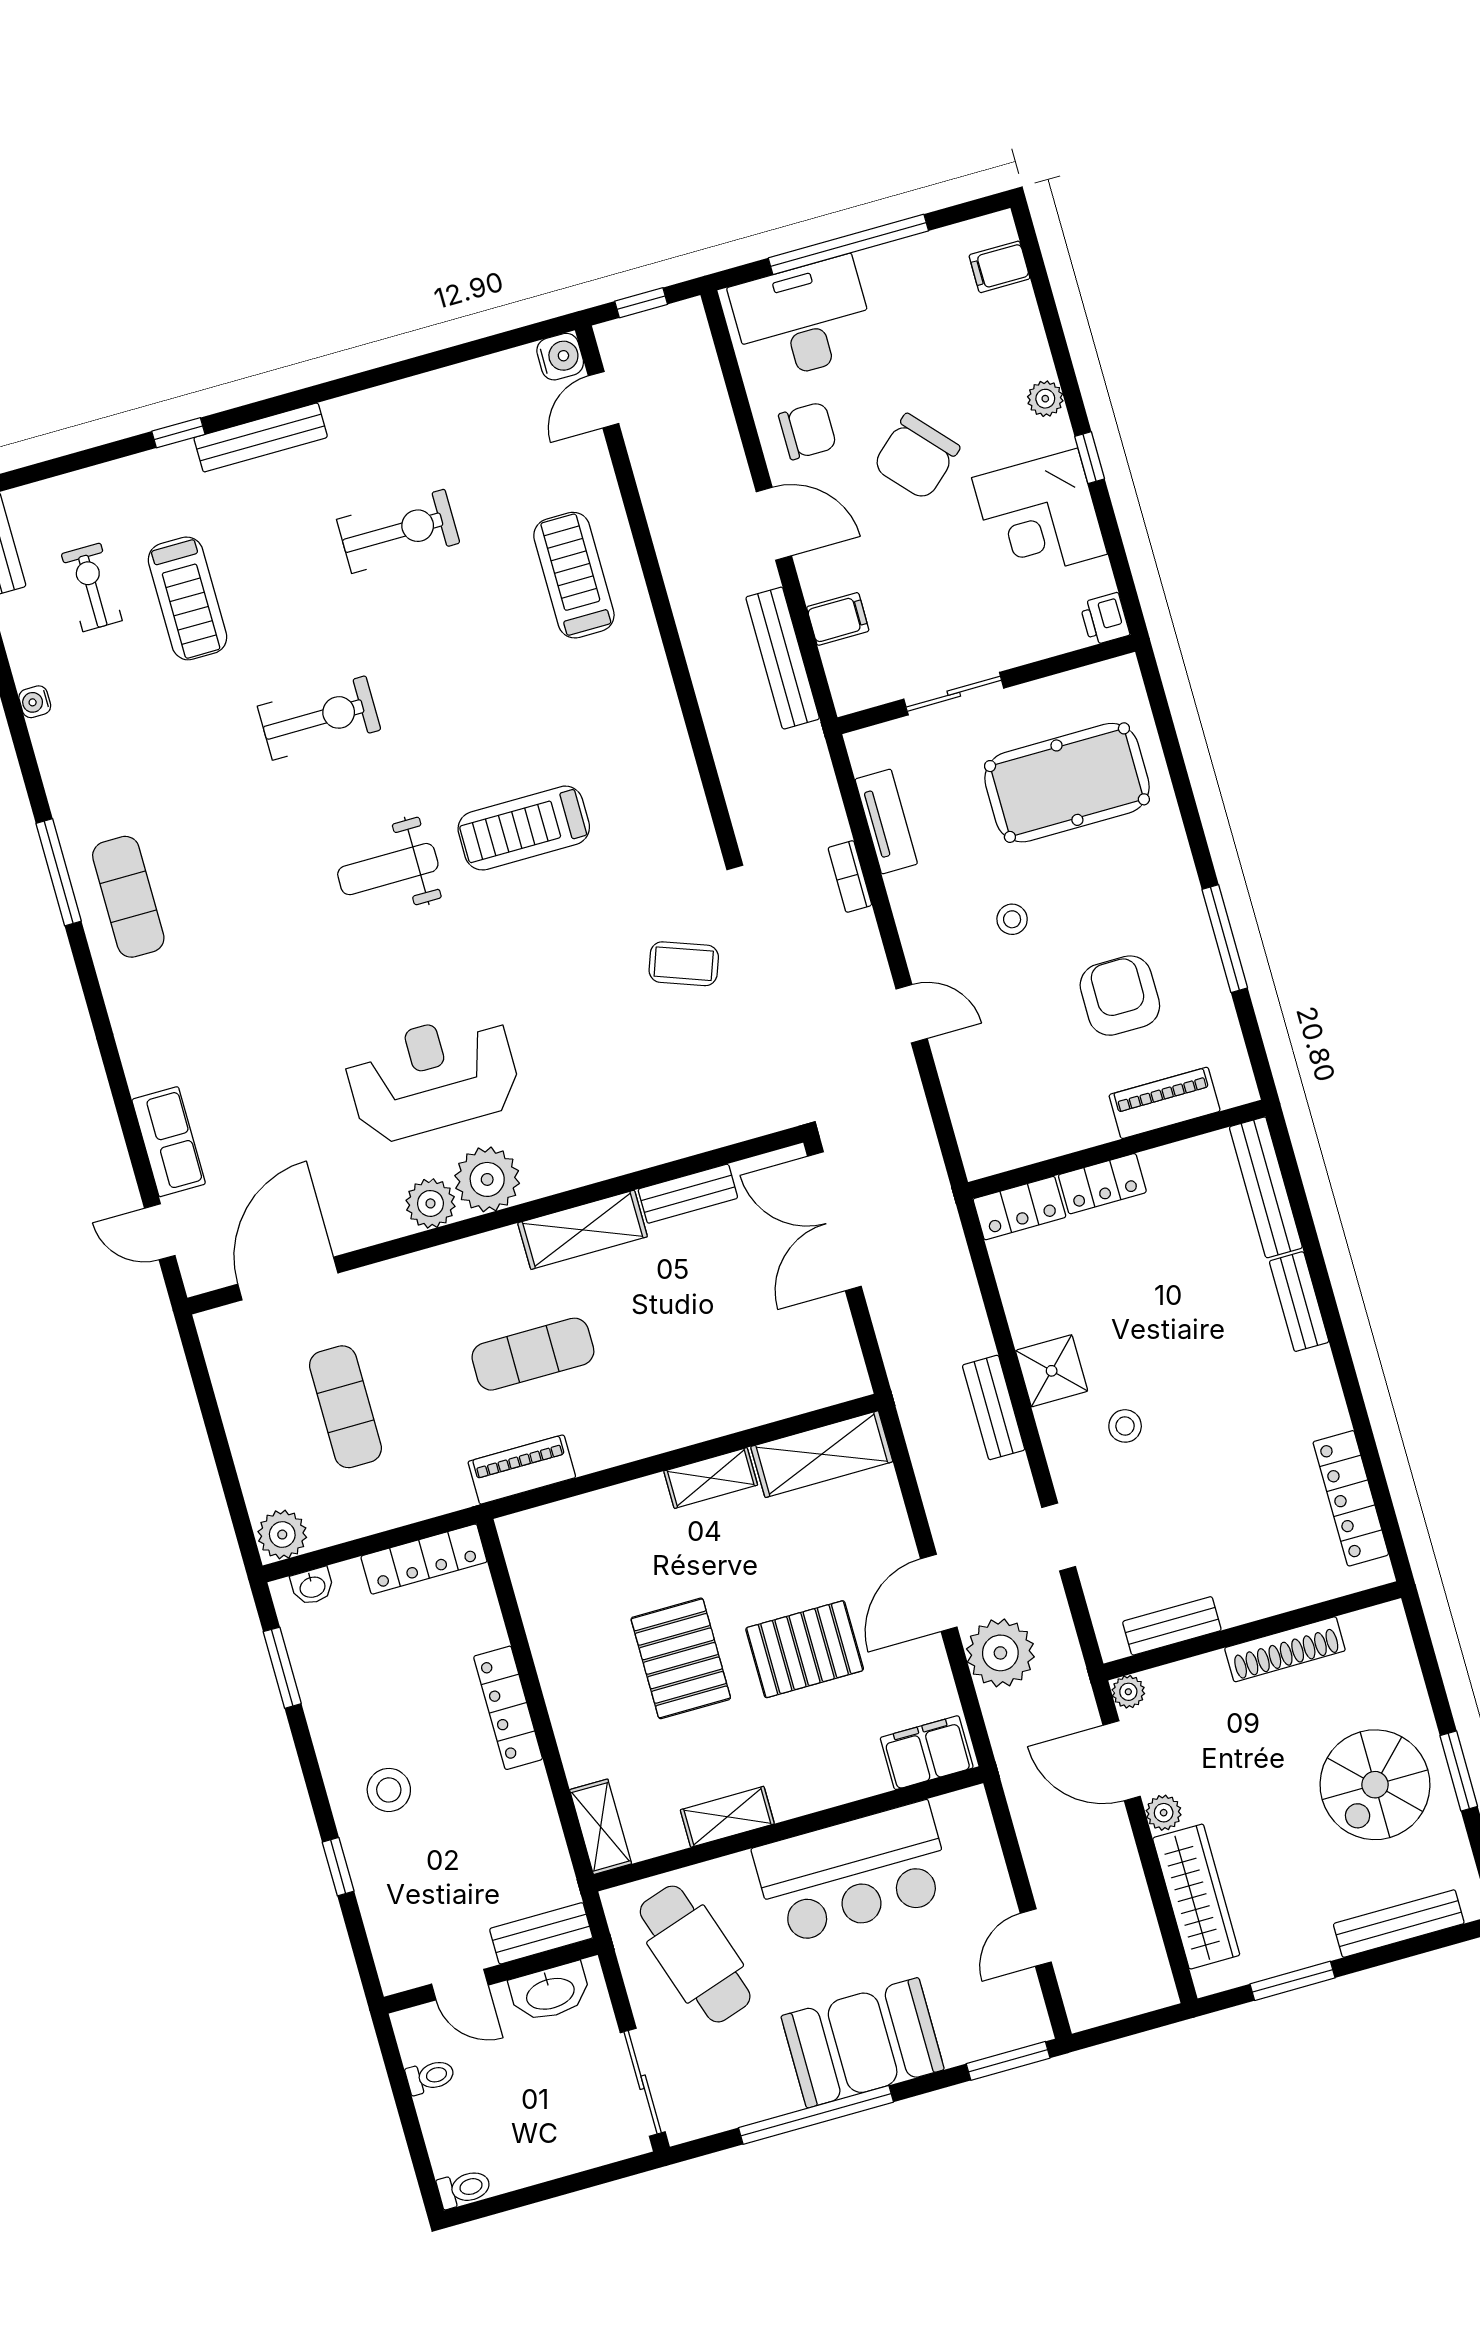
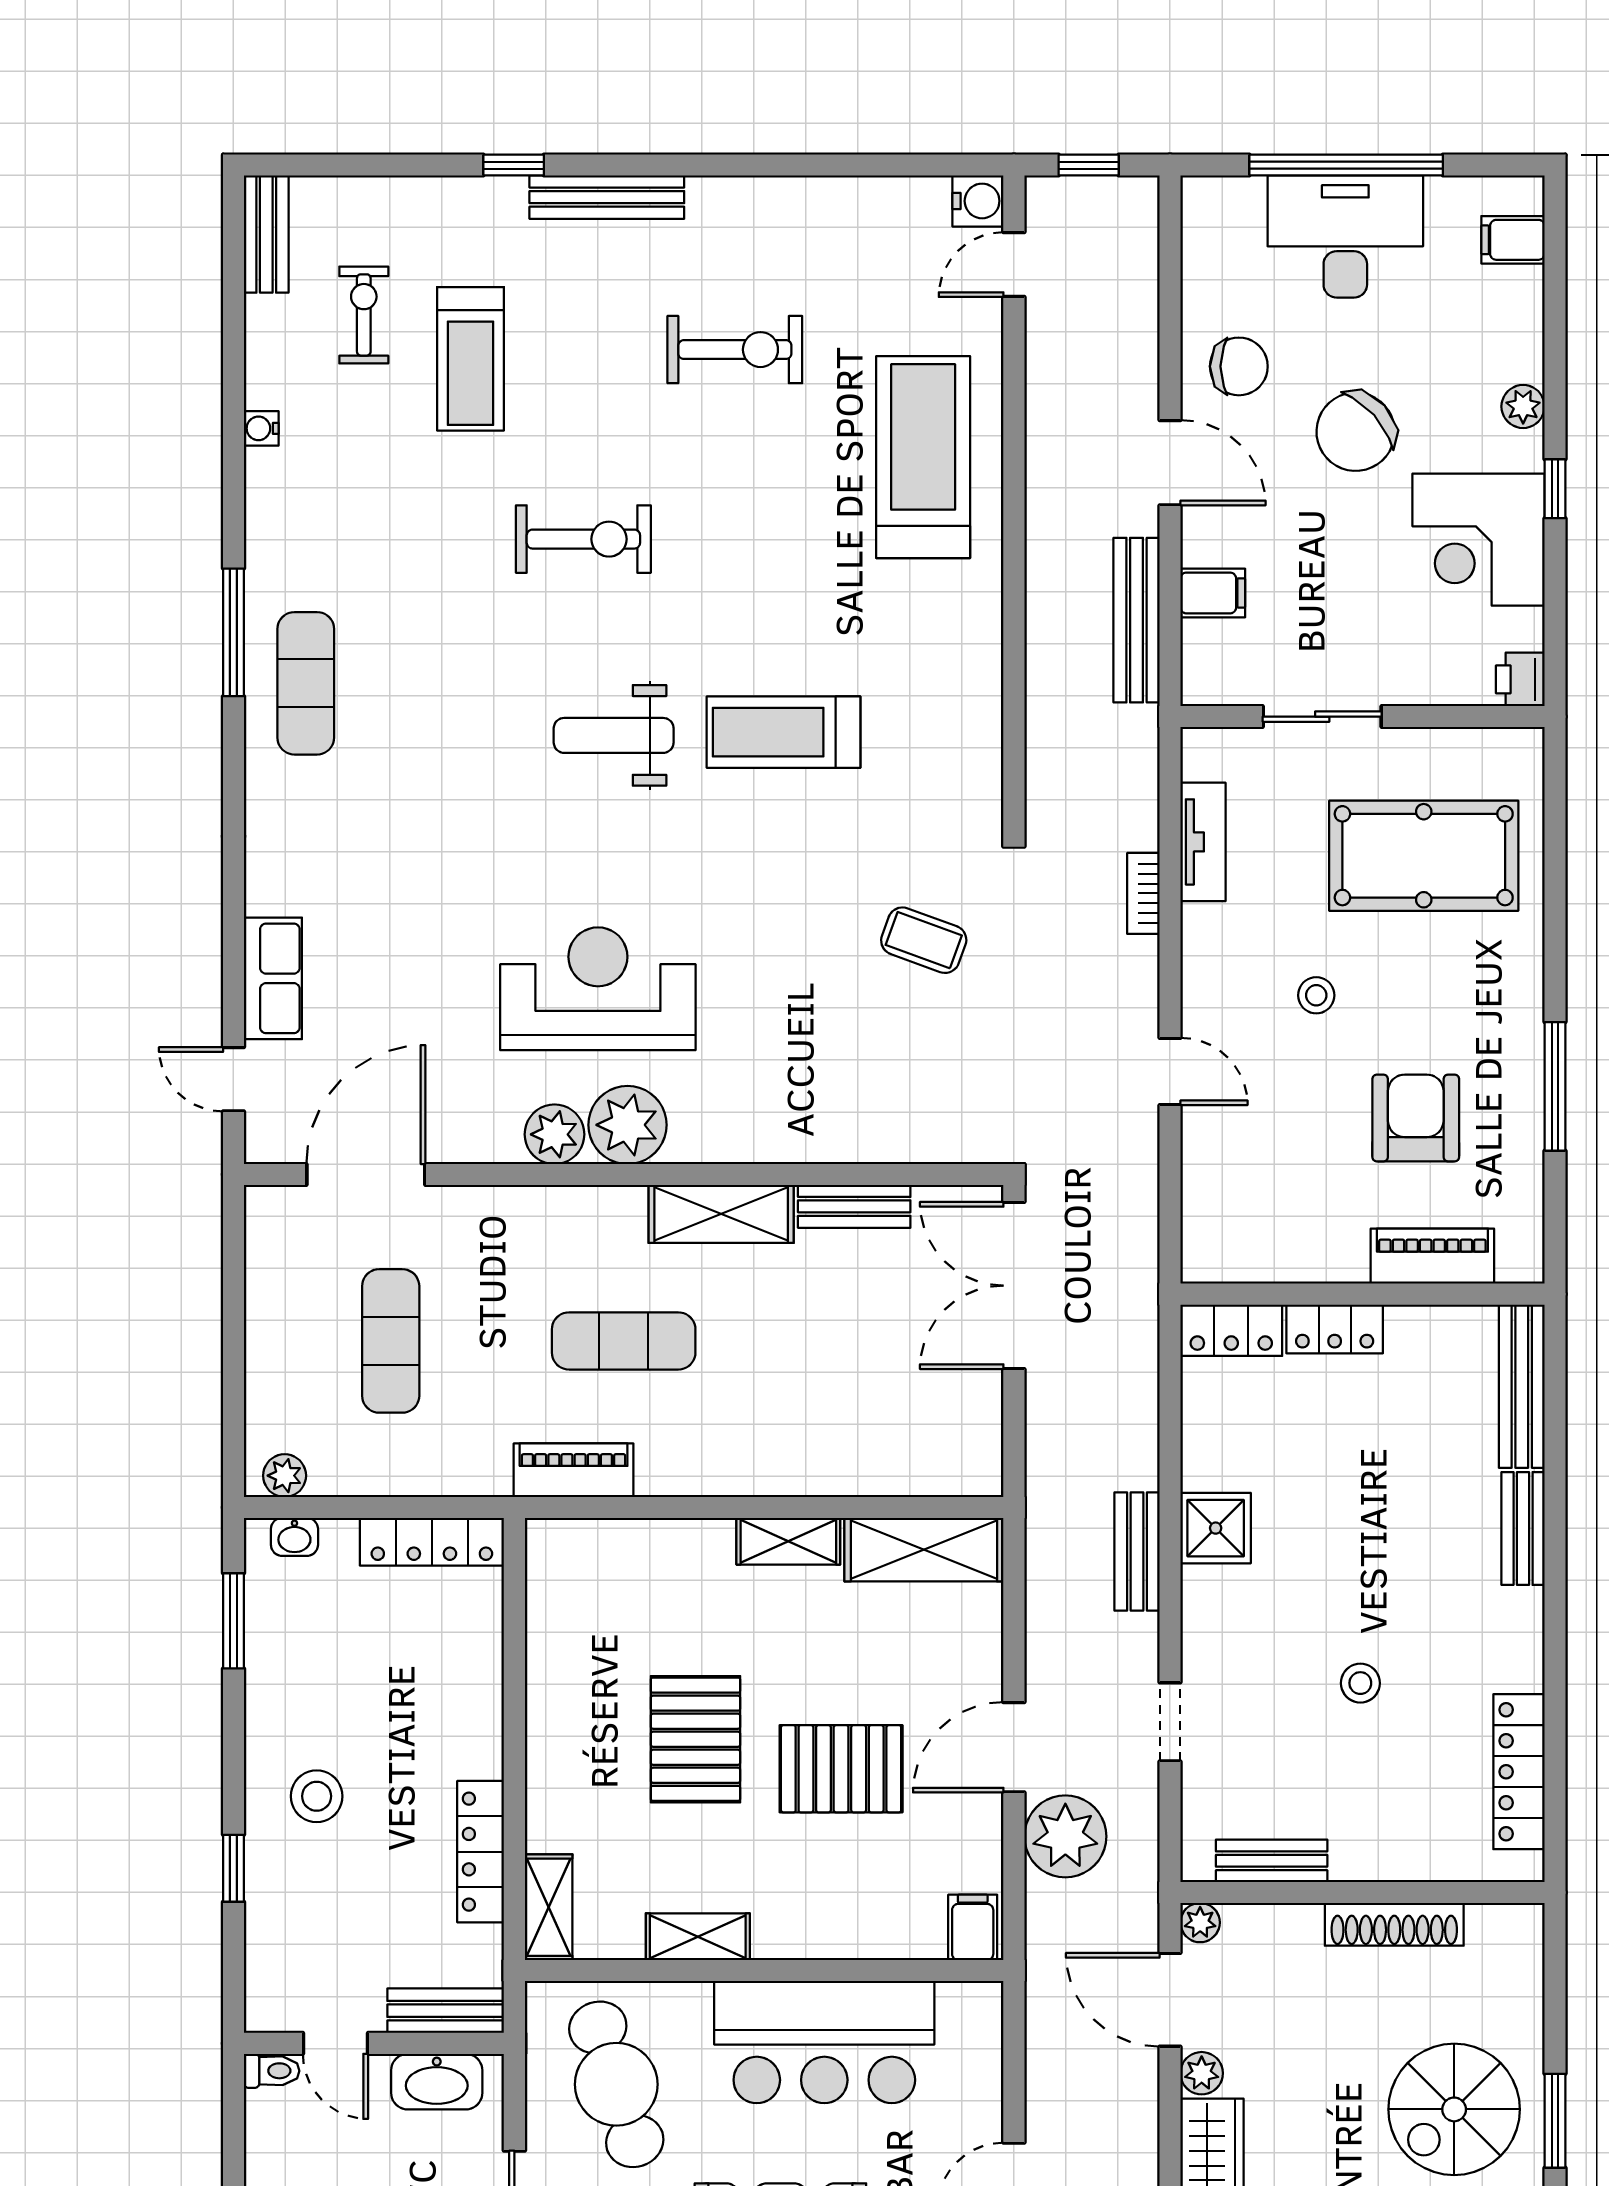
desk: (803, 319) -> (1345, 237), moved
treadmill: (574, 575) -> (923, 457), width x1.37, depth x1.38
stool: (1125, 1426) -> (1360, 1683), moved
plant: (282, 1535) -> (285, 1476), width x0.73, depth x0.73
locker: (508, 1708) -> (481, 1852), moved
filing cabinet: (927, 1753) -> (973, 1927), width x0.50
toilet: (430, 2077) -> (272, 2071), moved

